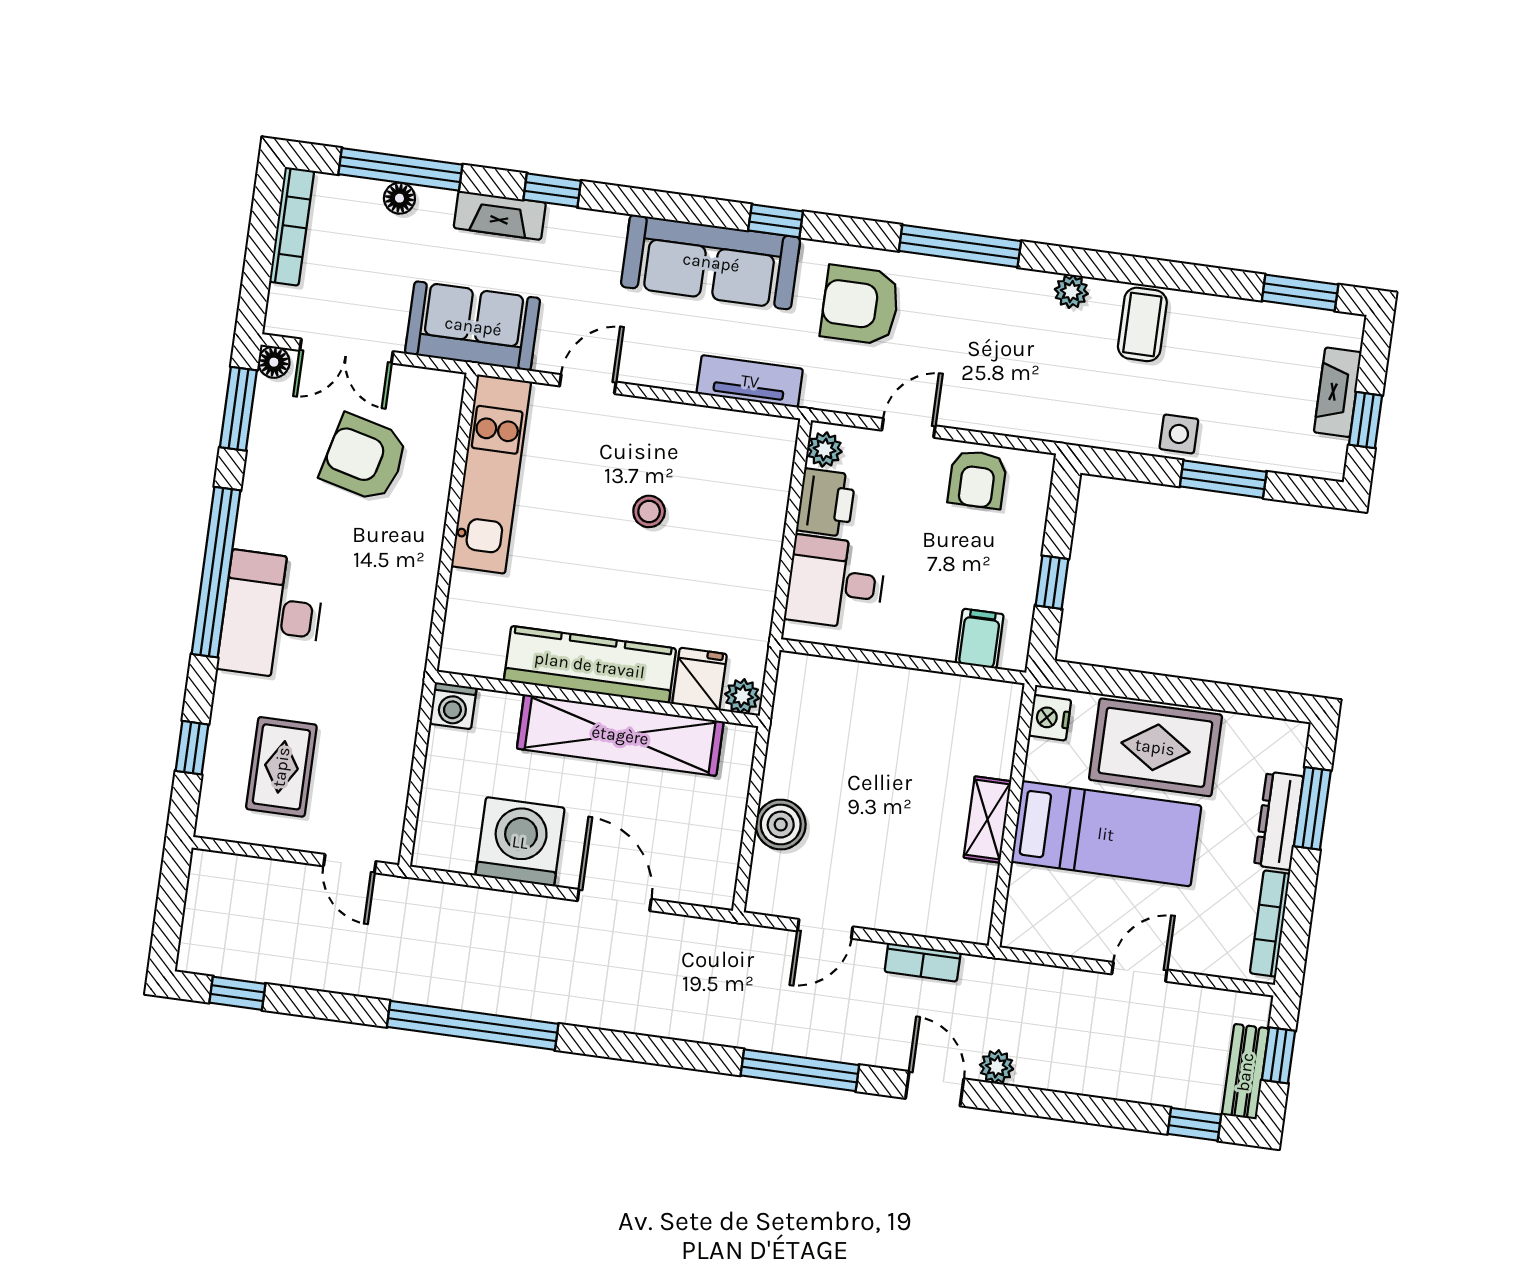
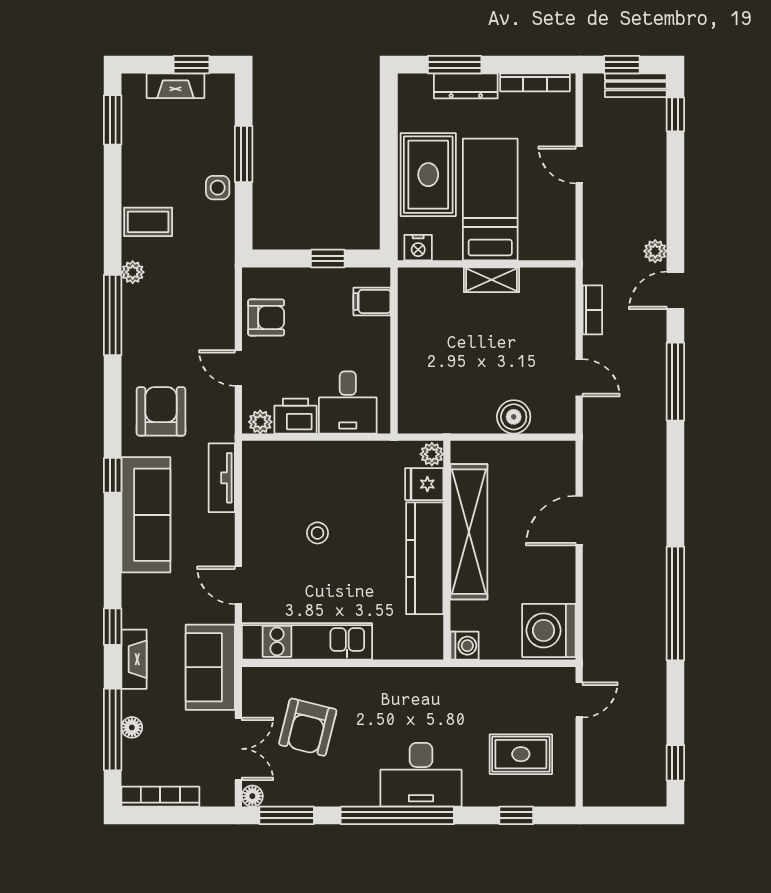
window: (960, 246) -> (113, 315), moved
armchair: (860, 305) -> (161, 411), turned 180
washing machine: (520, 842) -> (549, 630), moved

